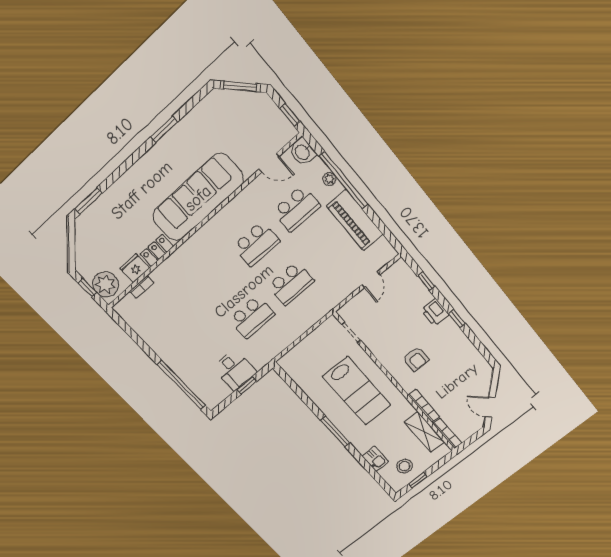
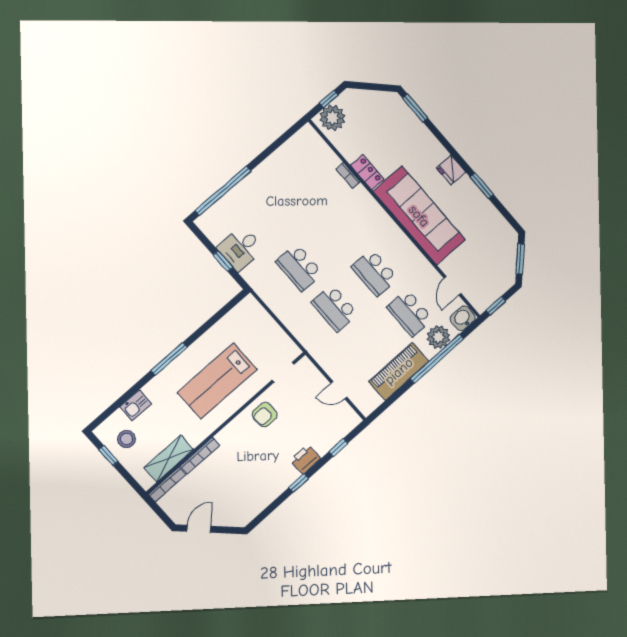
plant: (329, 179) -> (438, 337), width x1.88, depth x1.88
fridge: (135, 268) -> (451, 170), moved, turned 180
bookcase: (142, 287) -> (348, 175), moved
armchair: (416, 359) -> (265, 415), moved

